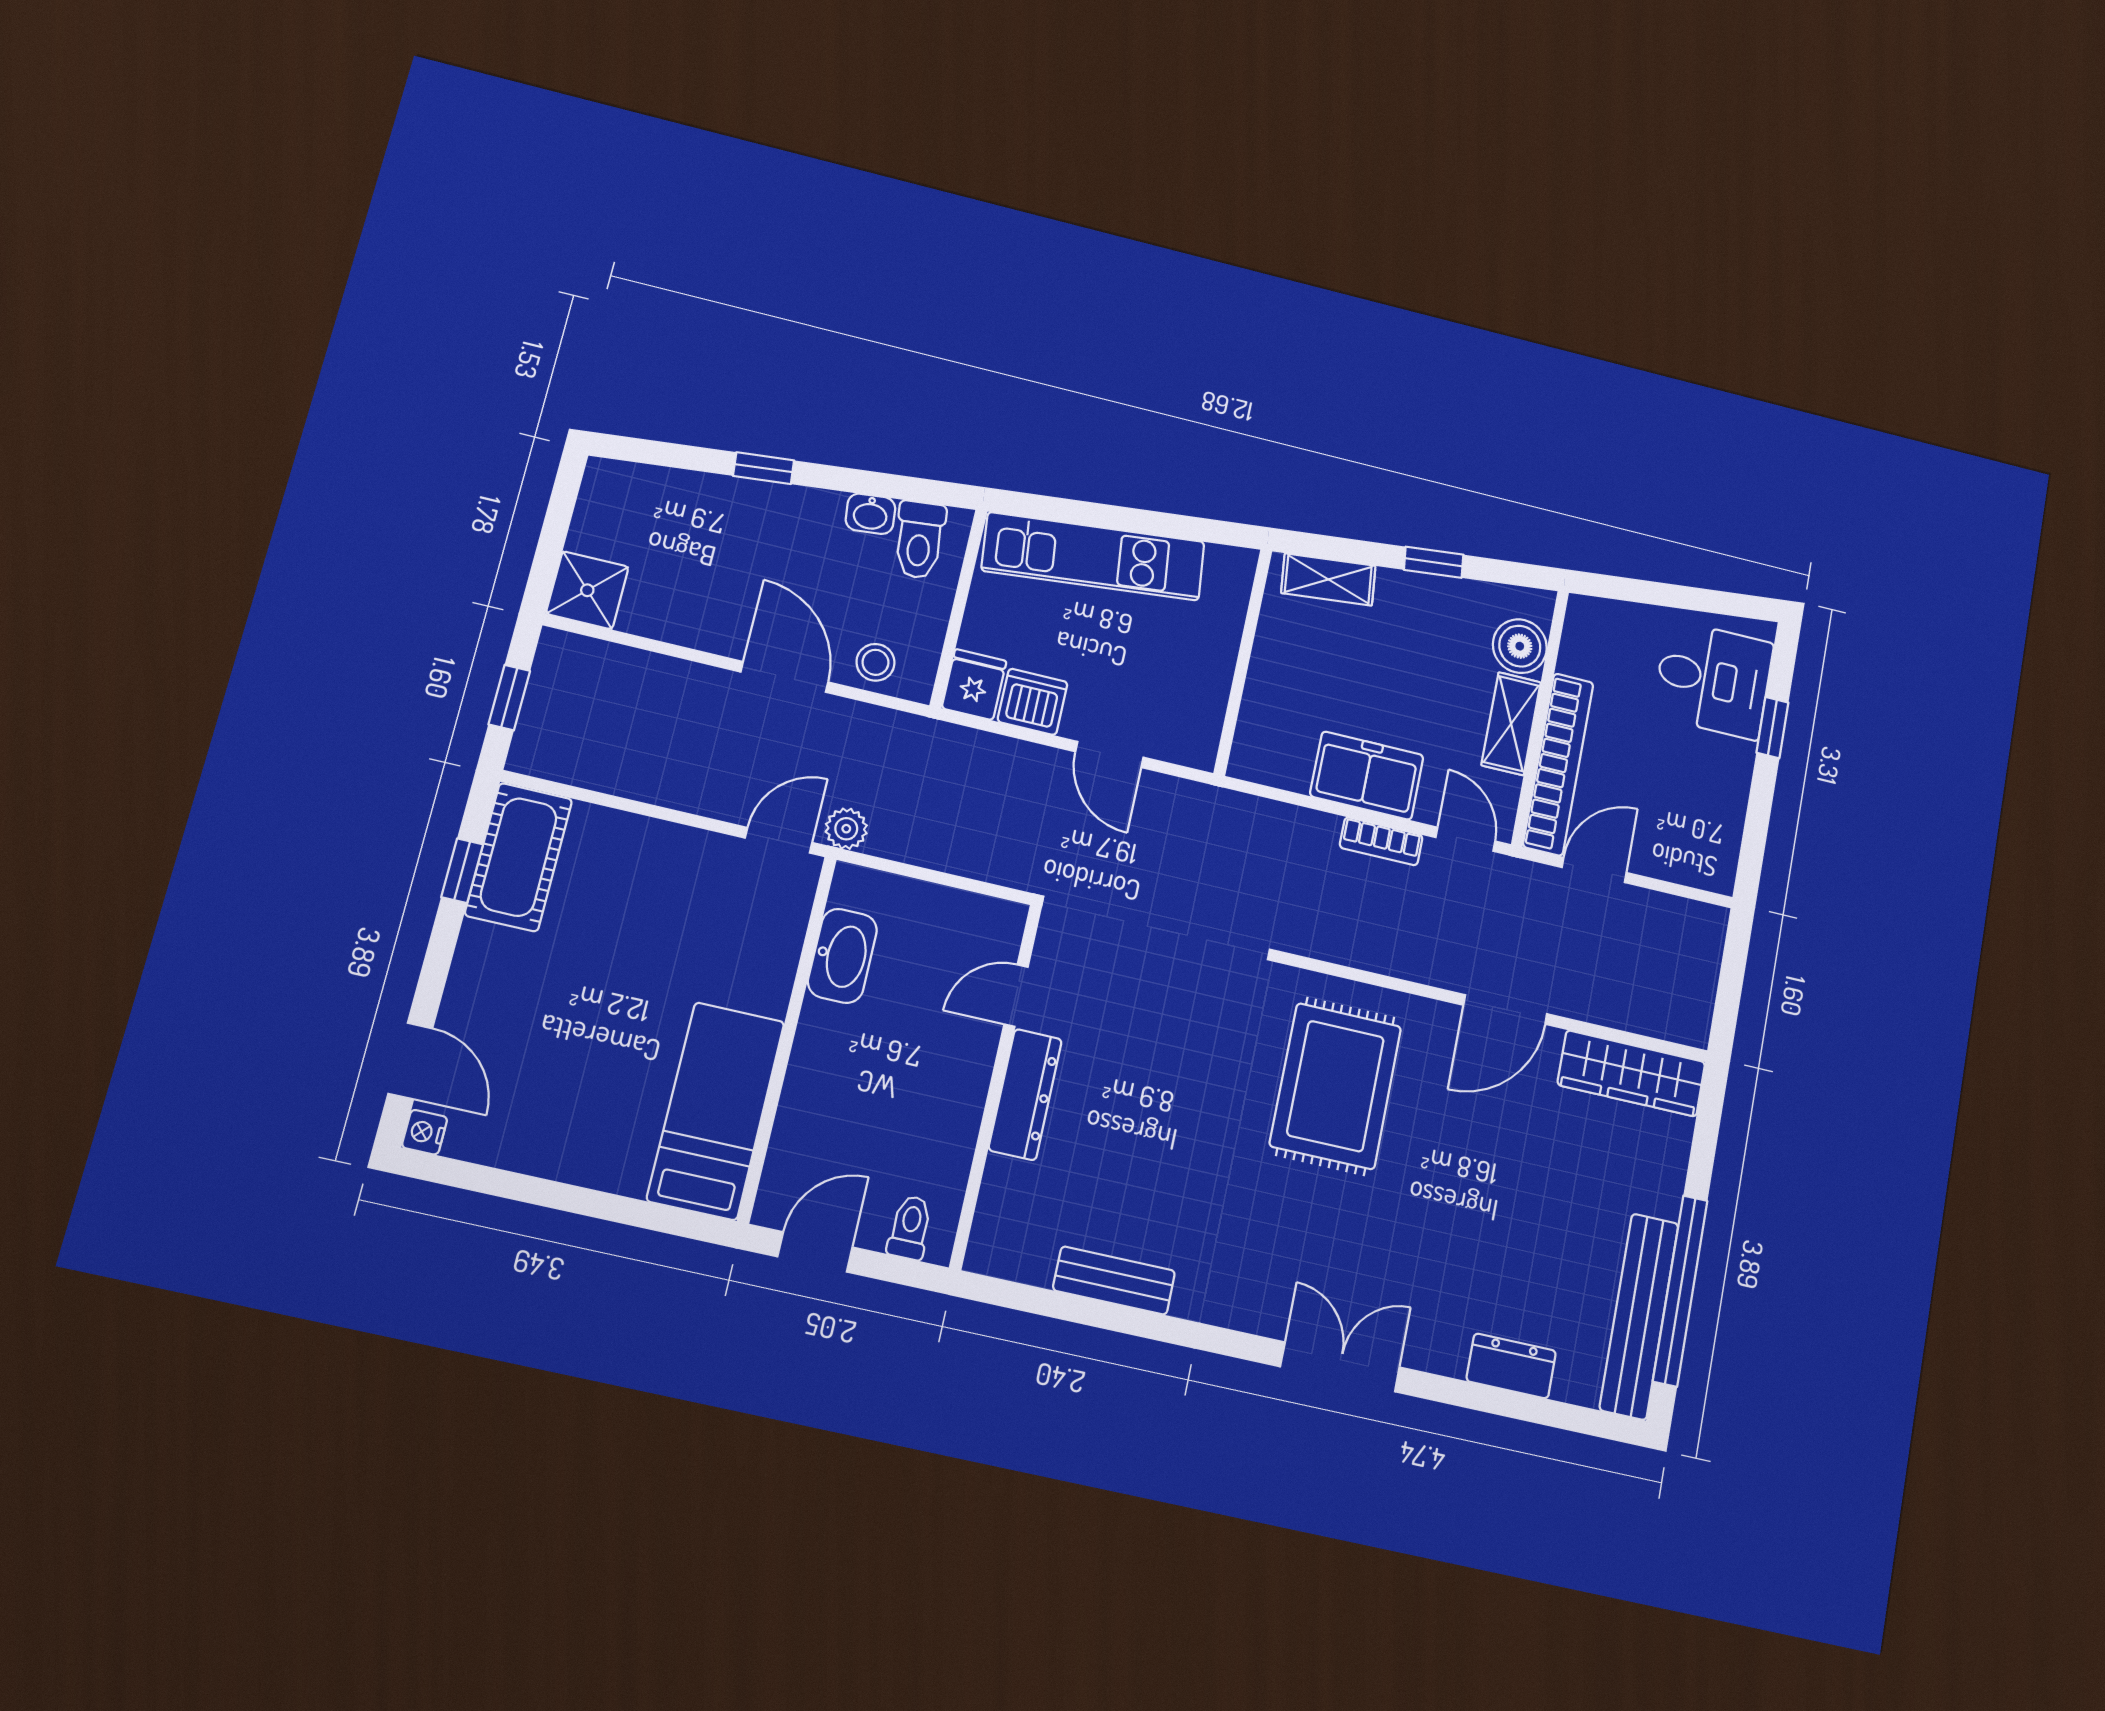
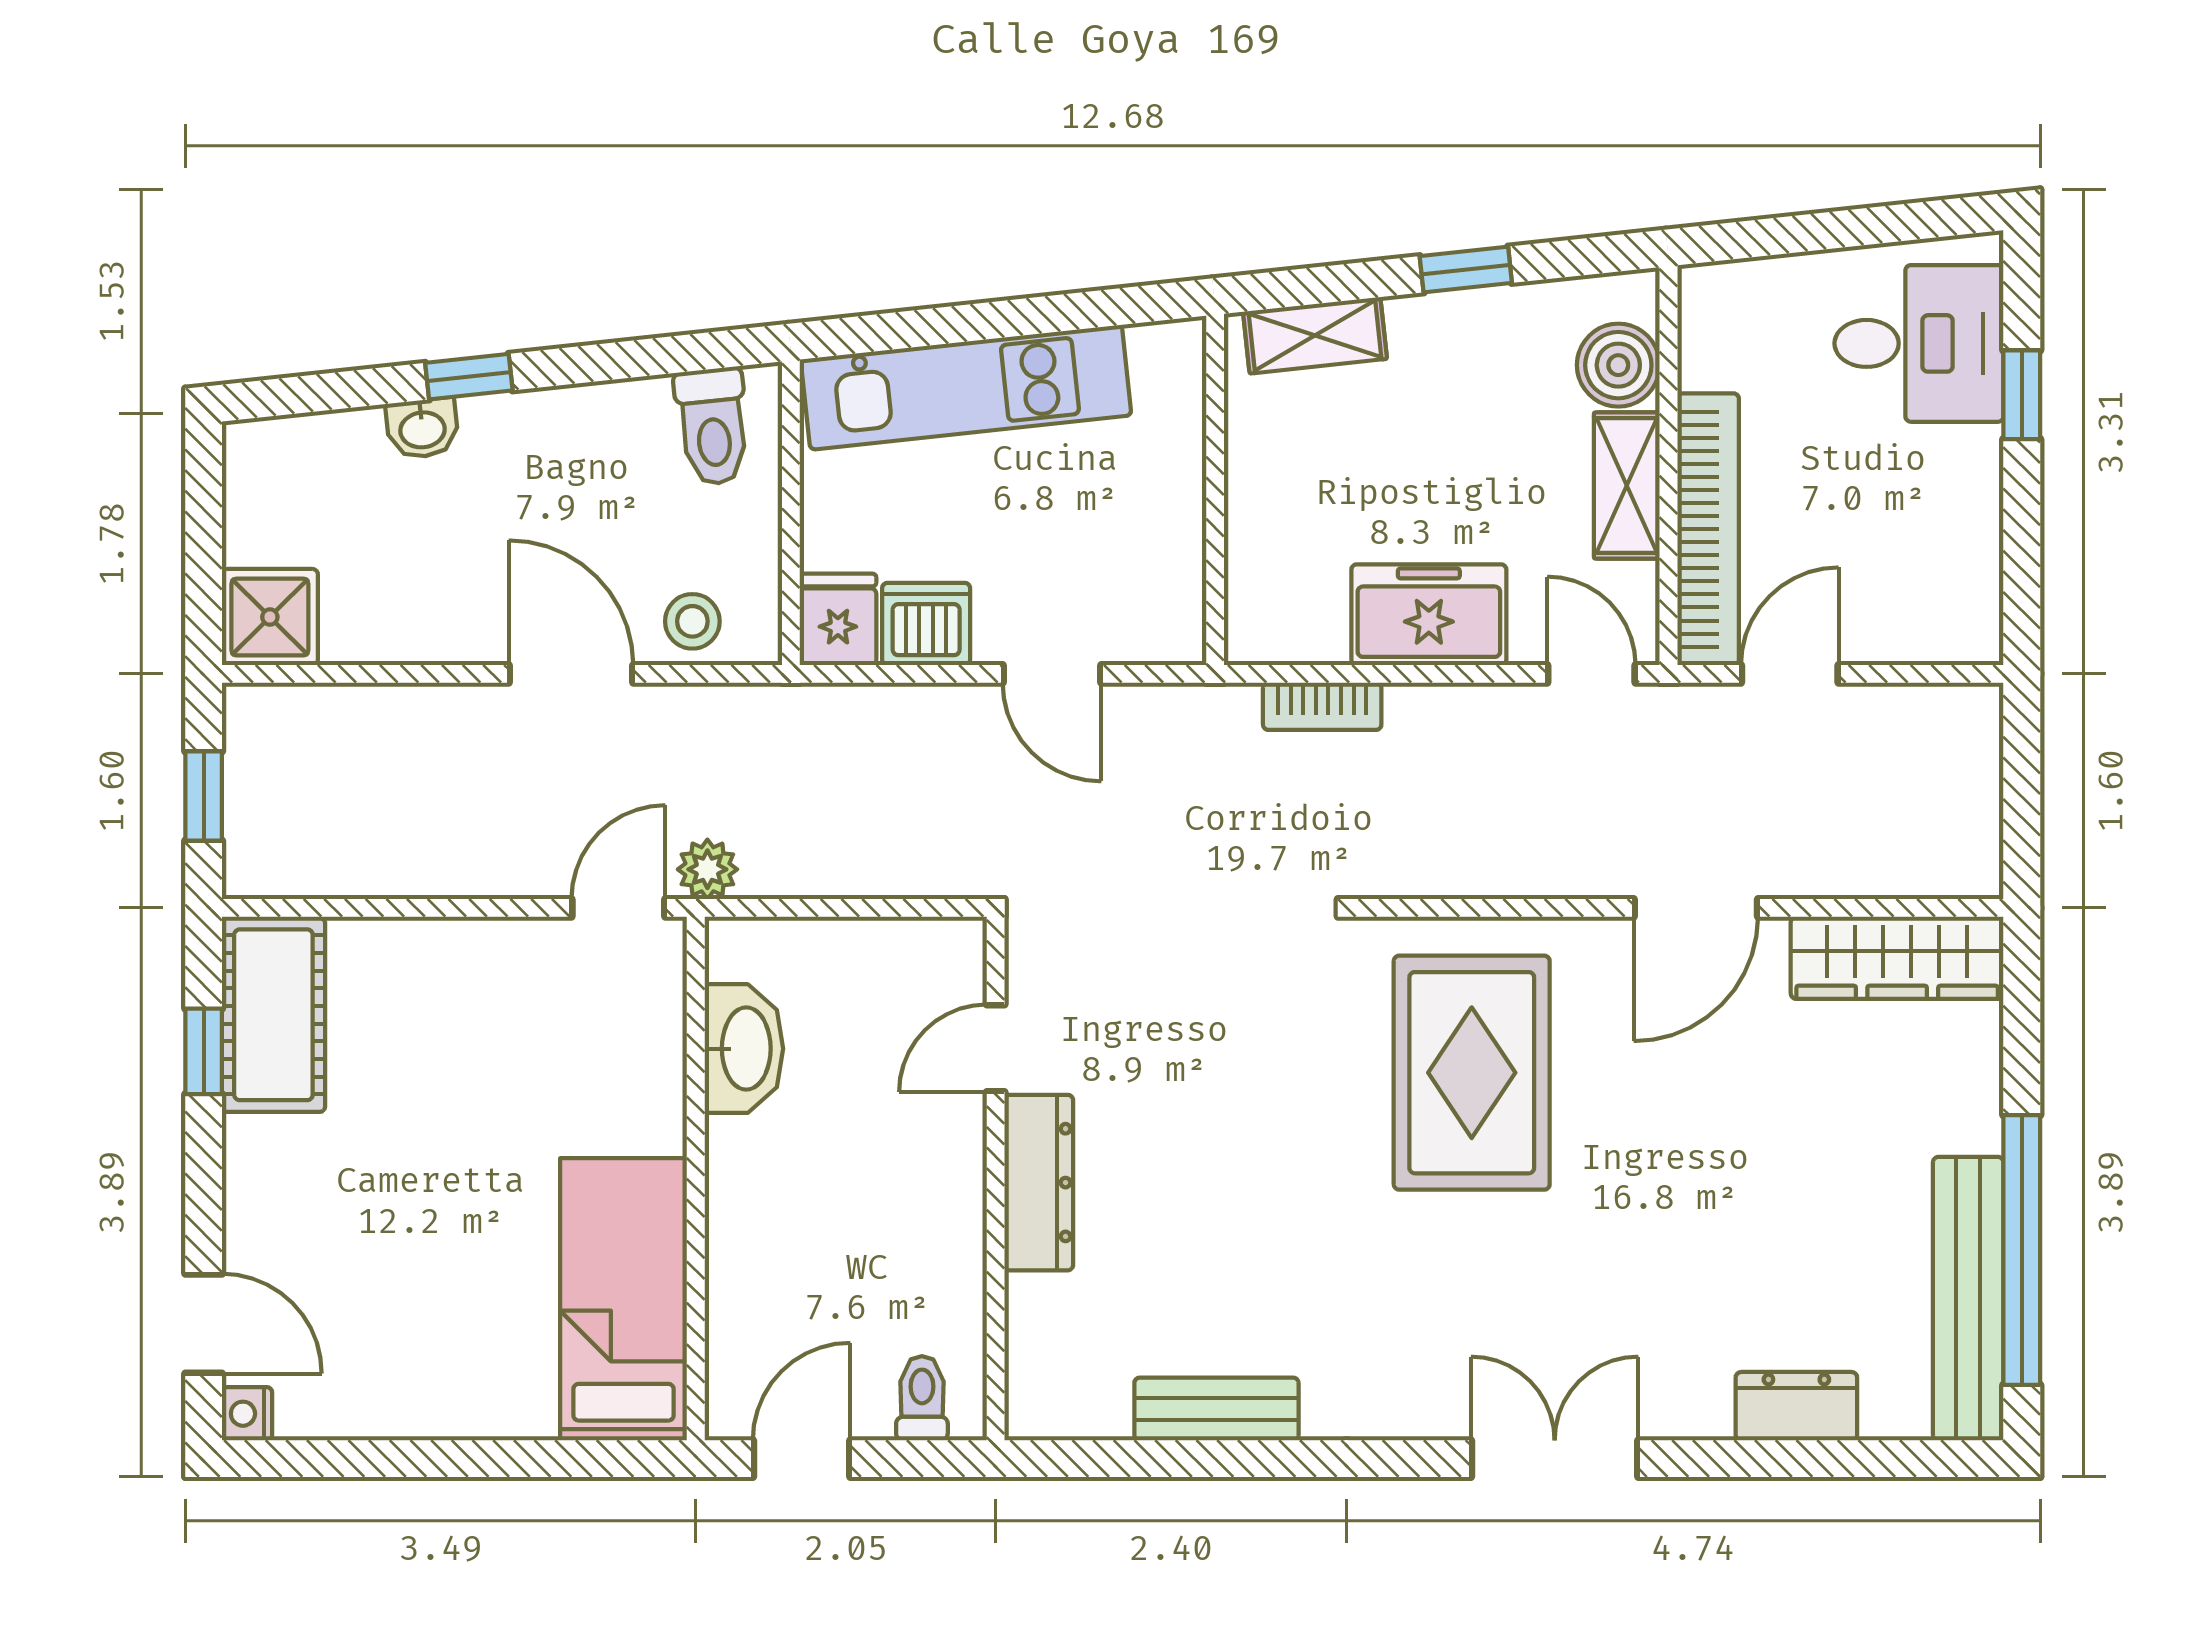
washbasin: (870, 514) -> (422, 428), moved
bookcase: (1381, 841) -> (1322, 706), moved

